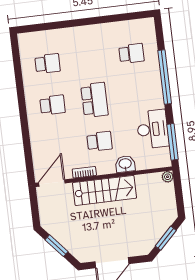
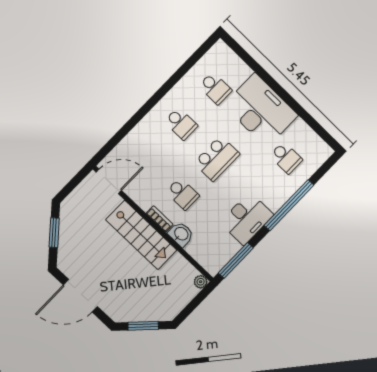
desk: (86, 45) -> (261, 110), added
desk: (153, 129) -> (247, 219), moved
bookcase: (84, 172) -> (160, 219), moved

